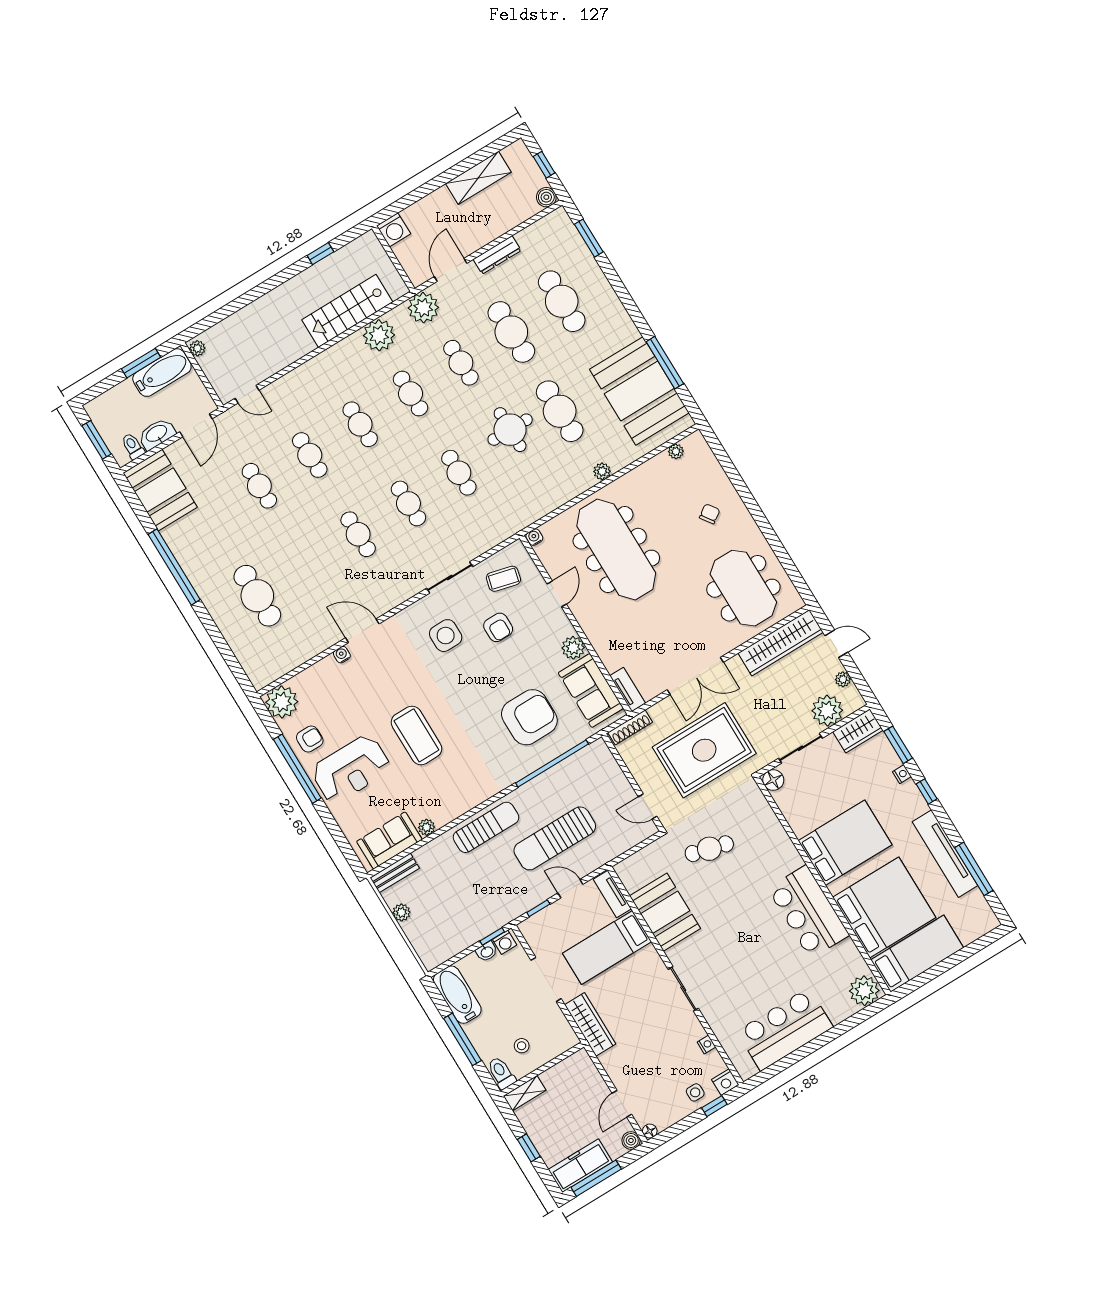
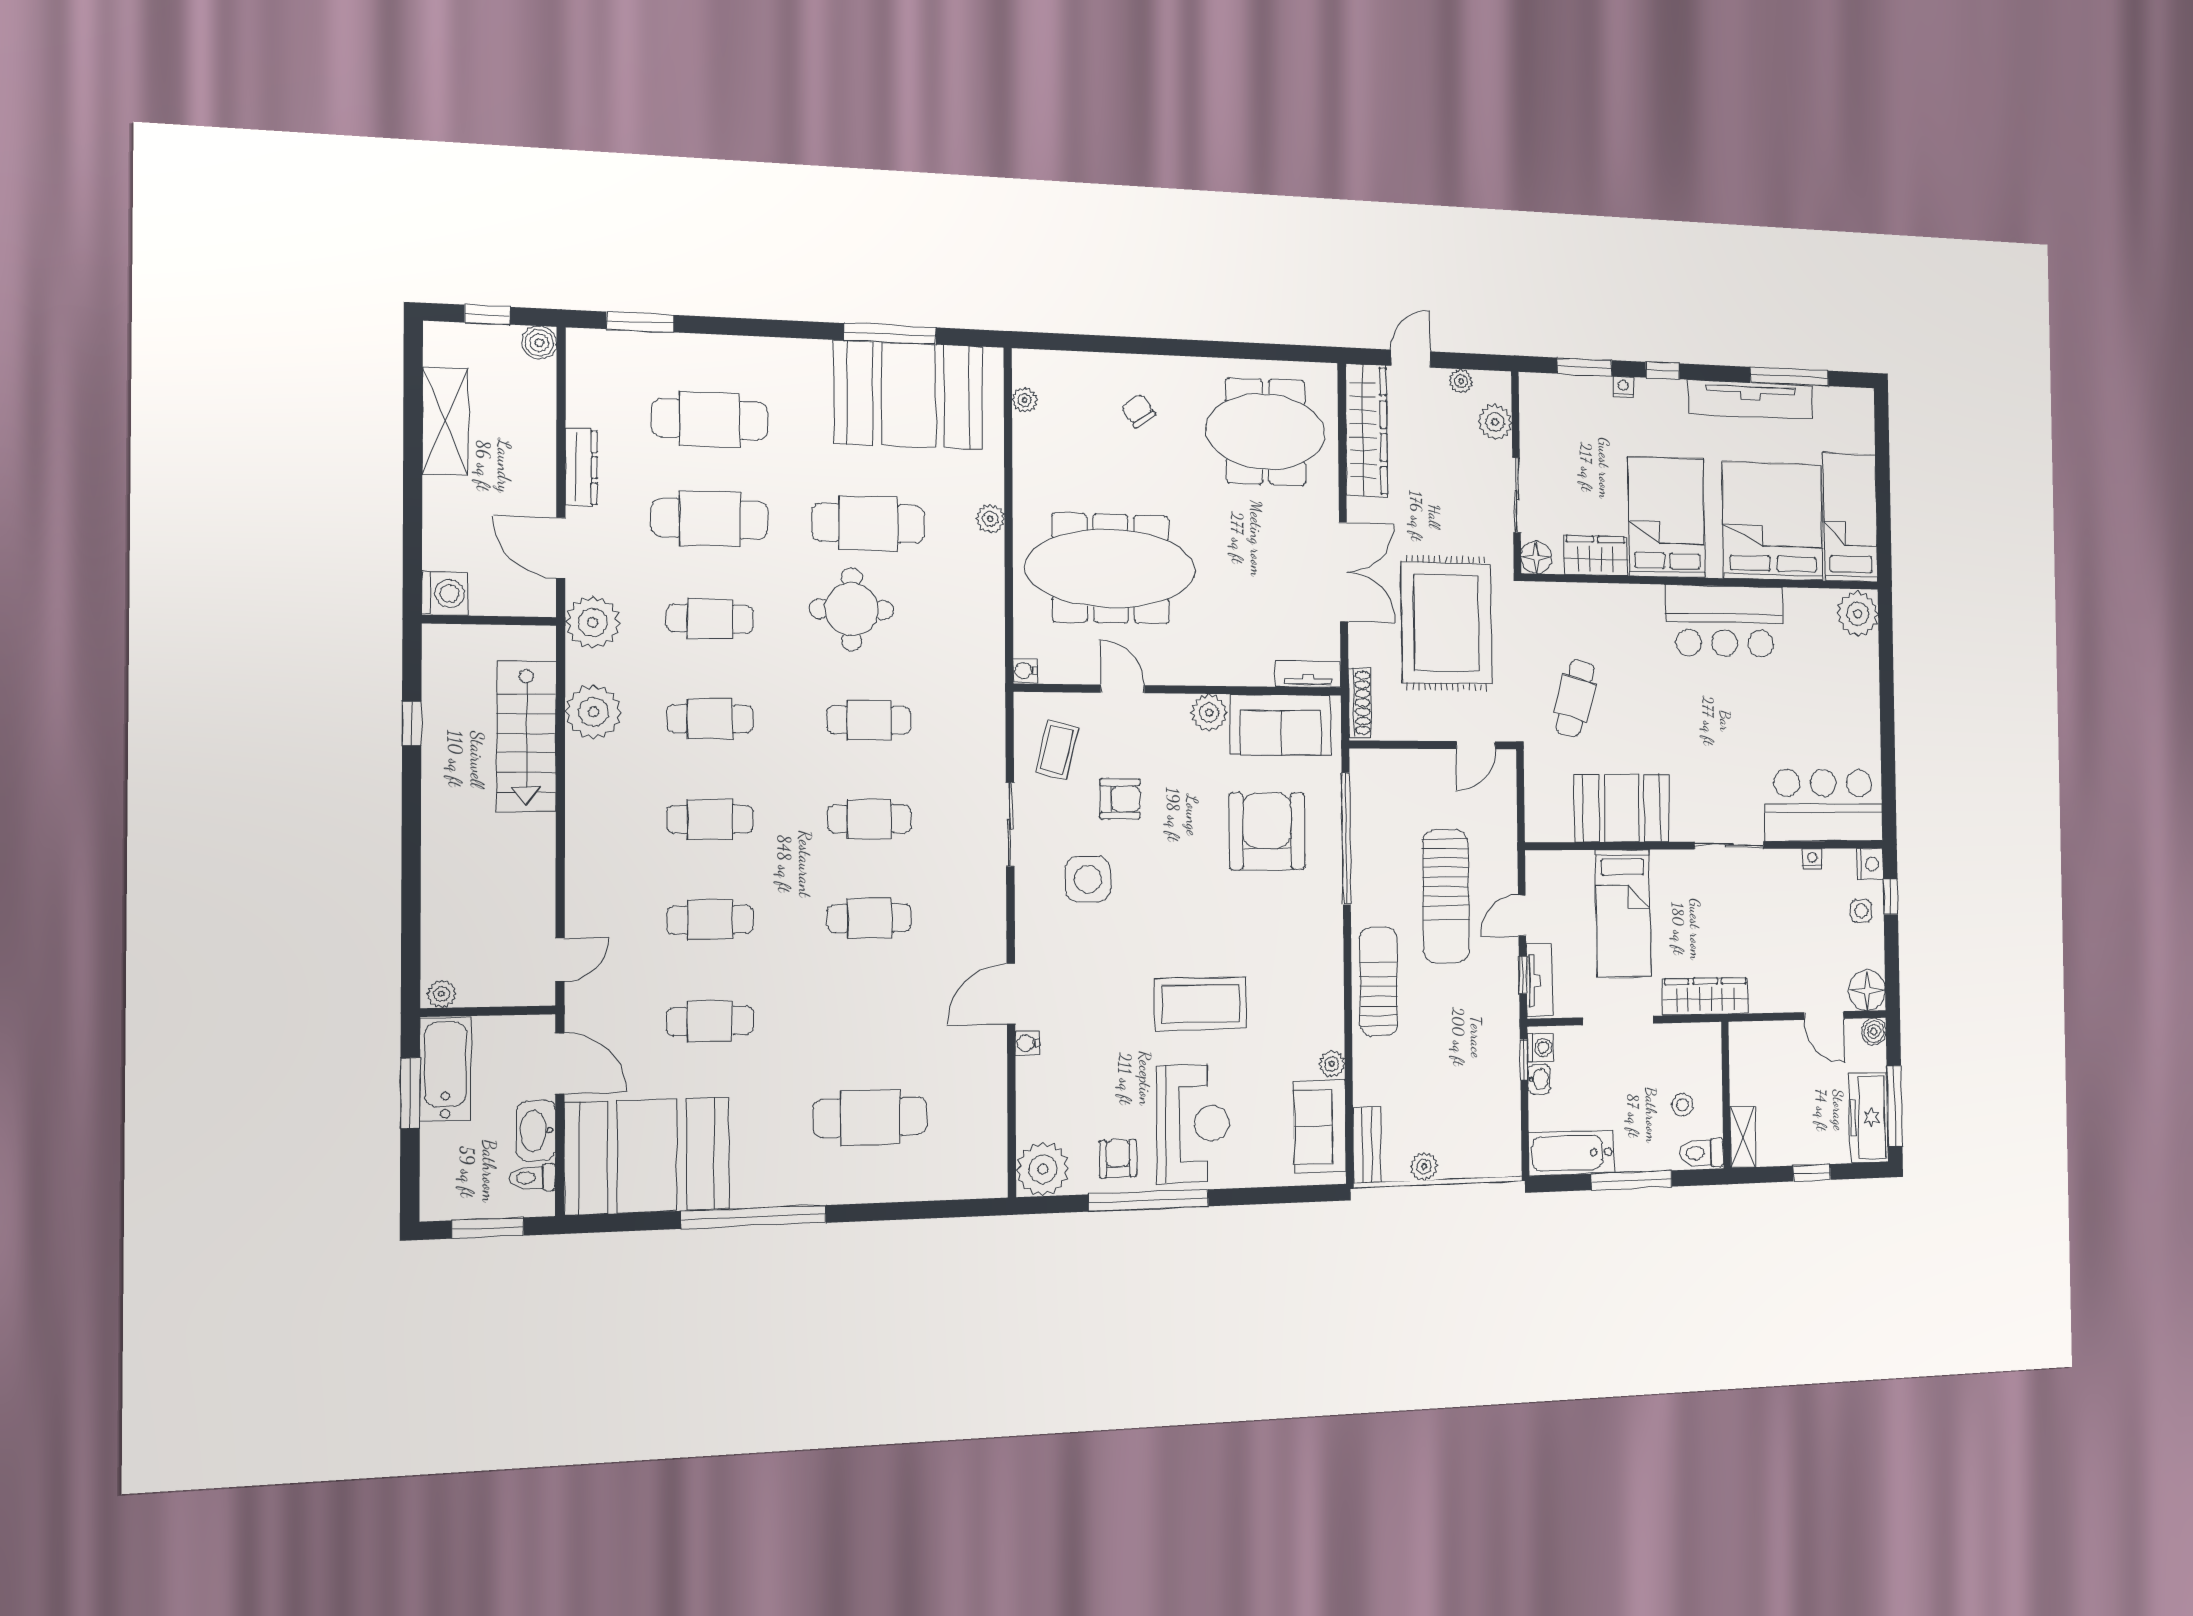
booth: (160, 490) -> (647, 1156), width x1.36, depth x1.42
plant: (827, 711) -> (1495, 422), width x0.73, depth x0.73
wardrobe: (858, 731) -> (1596, 556), moved, turned -90
tv unit: (612, 894) -> (1539, 980), moved, turned -90
bar counter: (785, 1029) -> (1823, 805), moved, turned 90
floor lamp: (650, 1131) -> (1867, 990), width x1.89, depth x1.89

